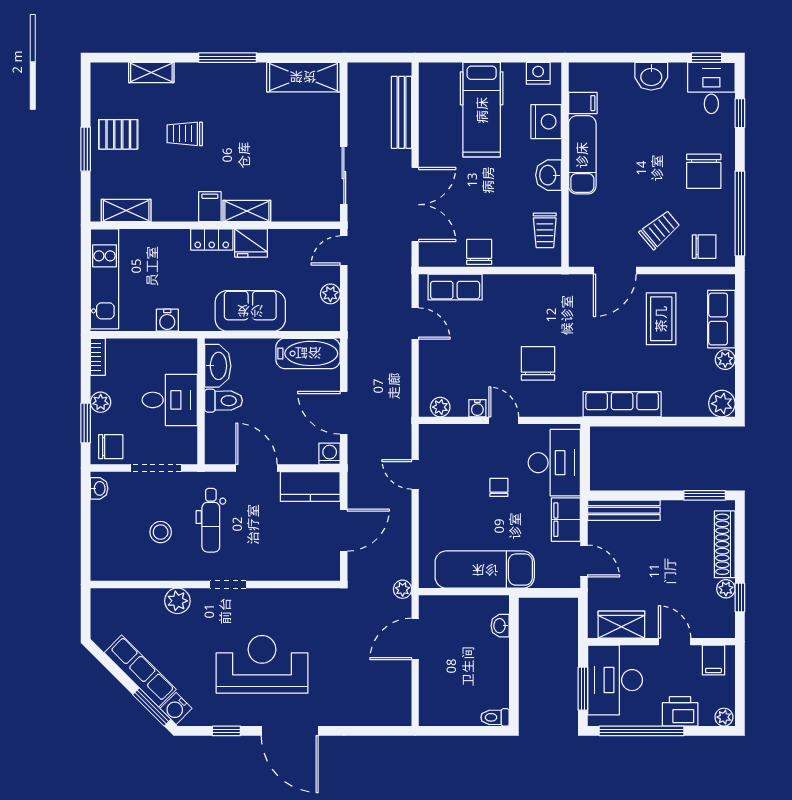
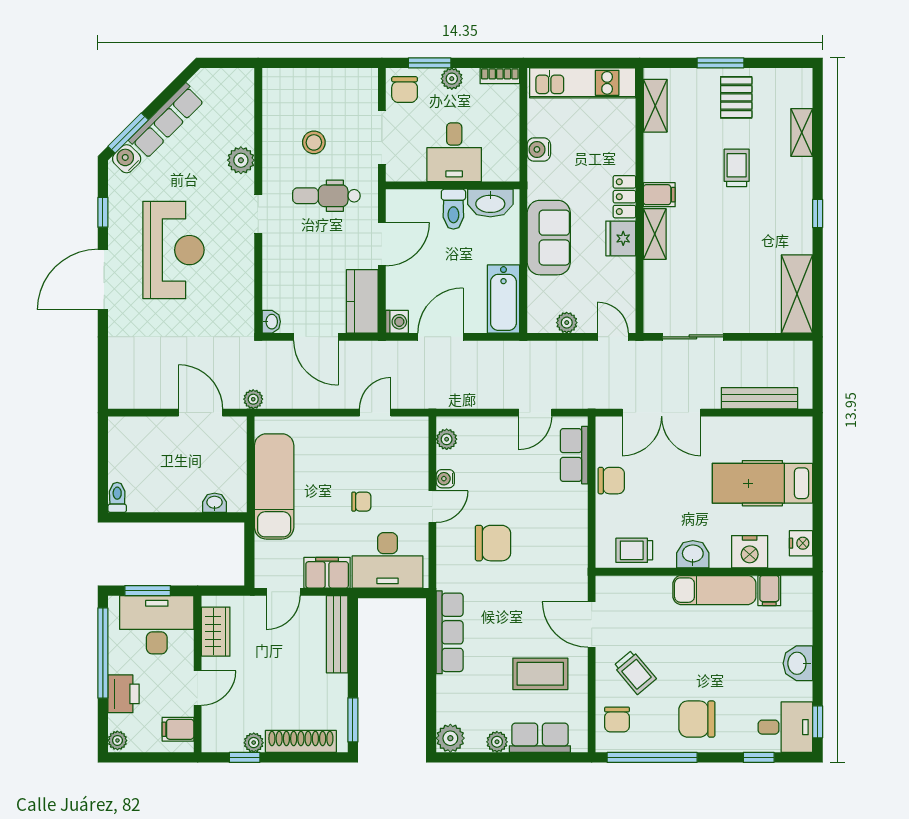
window: (228, 58) -> (818, 213), width x0.46
washbasin: (99, 488) -> (271, 322), moved, turned -90

